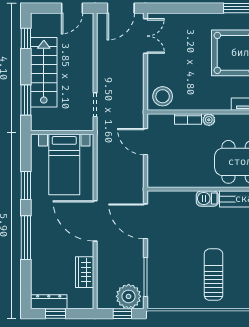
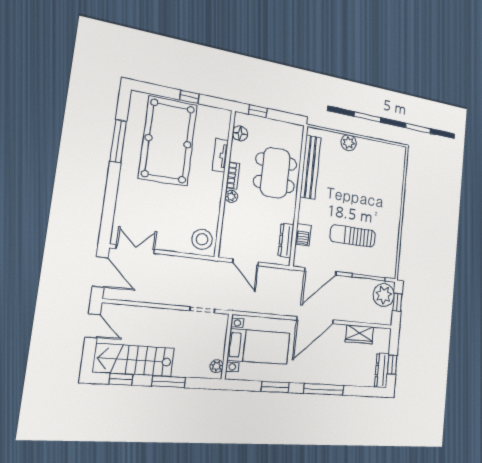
stairs: (44, 72) -> (134, 360), moved
window: (26, 100) -> (169, 382), moved
bookcase: (188, 119) -> (233, 176), moved
plant: (43, 125) -> (217, 366), added
door: (146, 142) -> (246, 262), hinge flipped
dresser: (173, 181) -> (286, 240), added
barbecue: (207, 199) -> (303, 235), moved
sun lounger: (213, 275) -> (353, 236), moved

